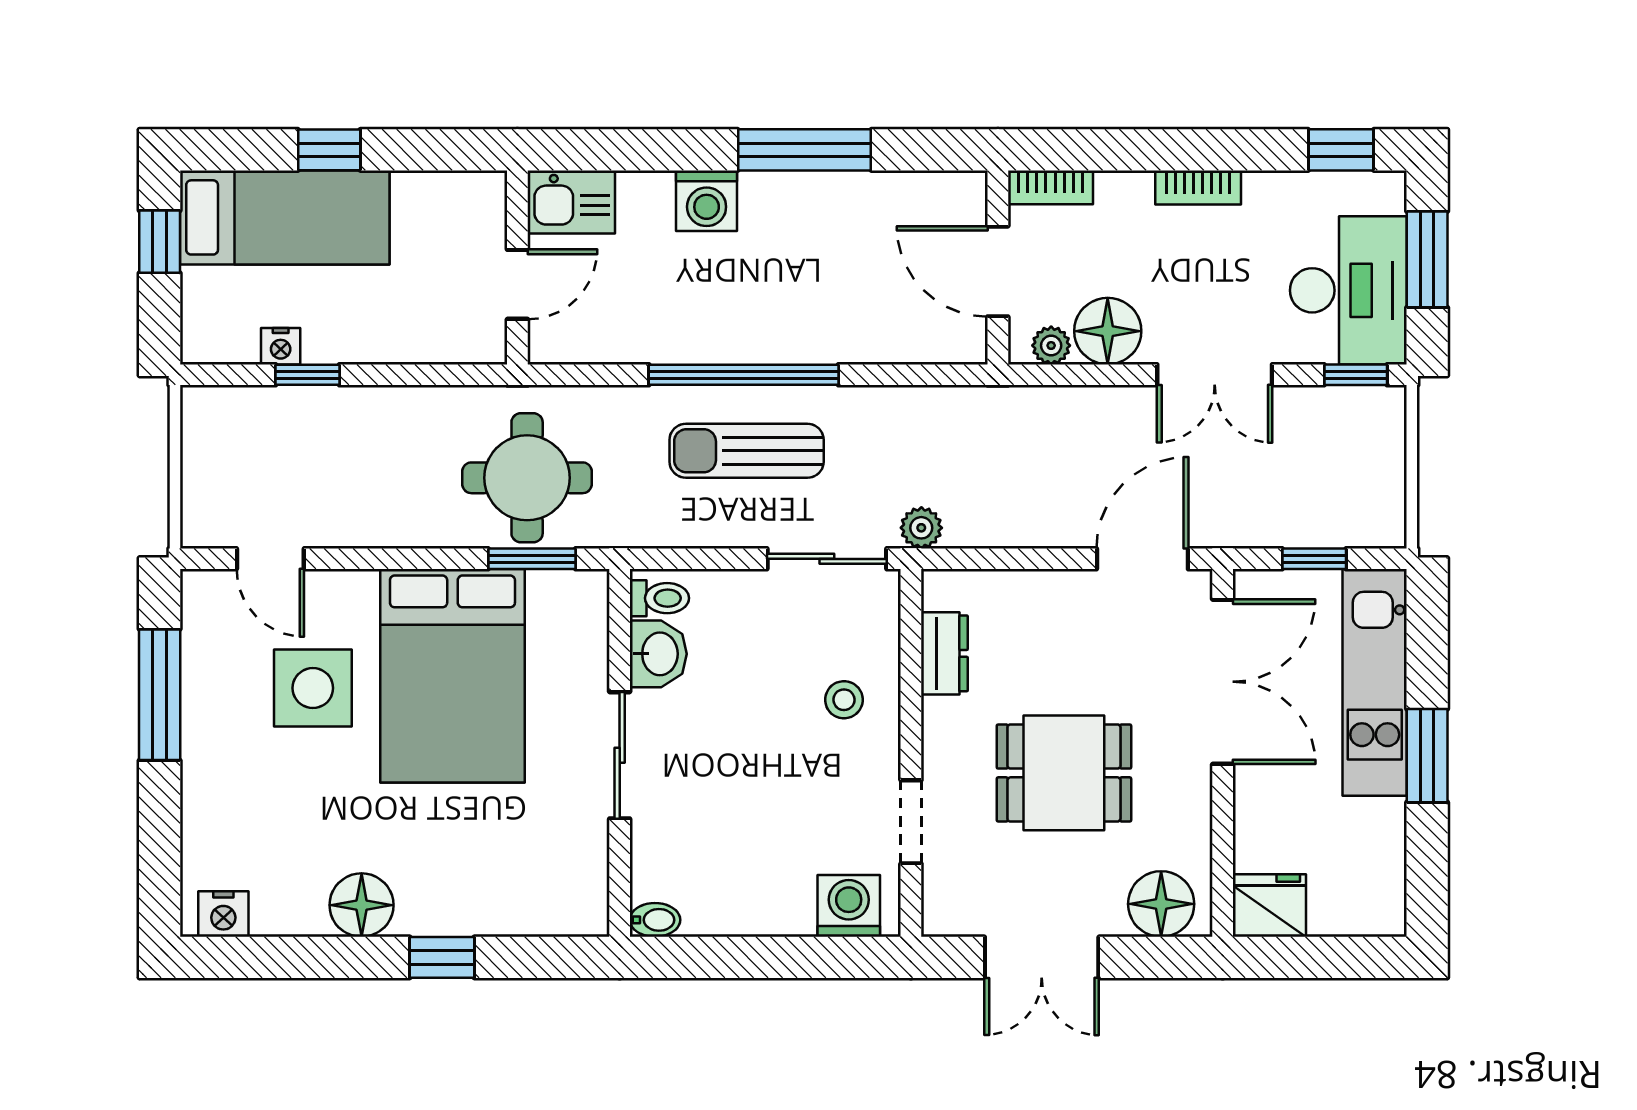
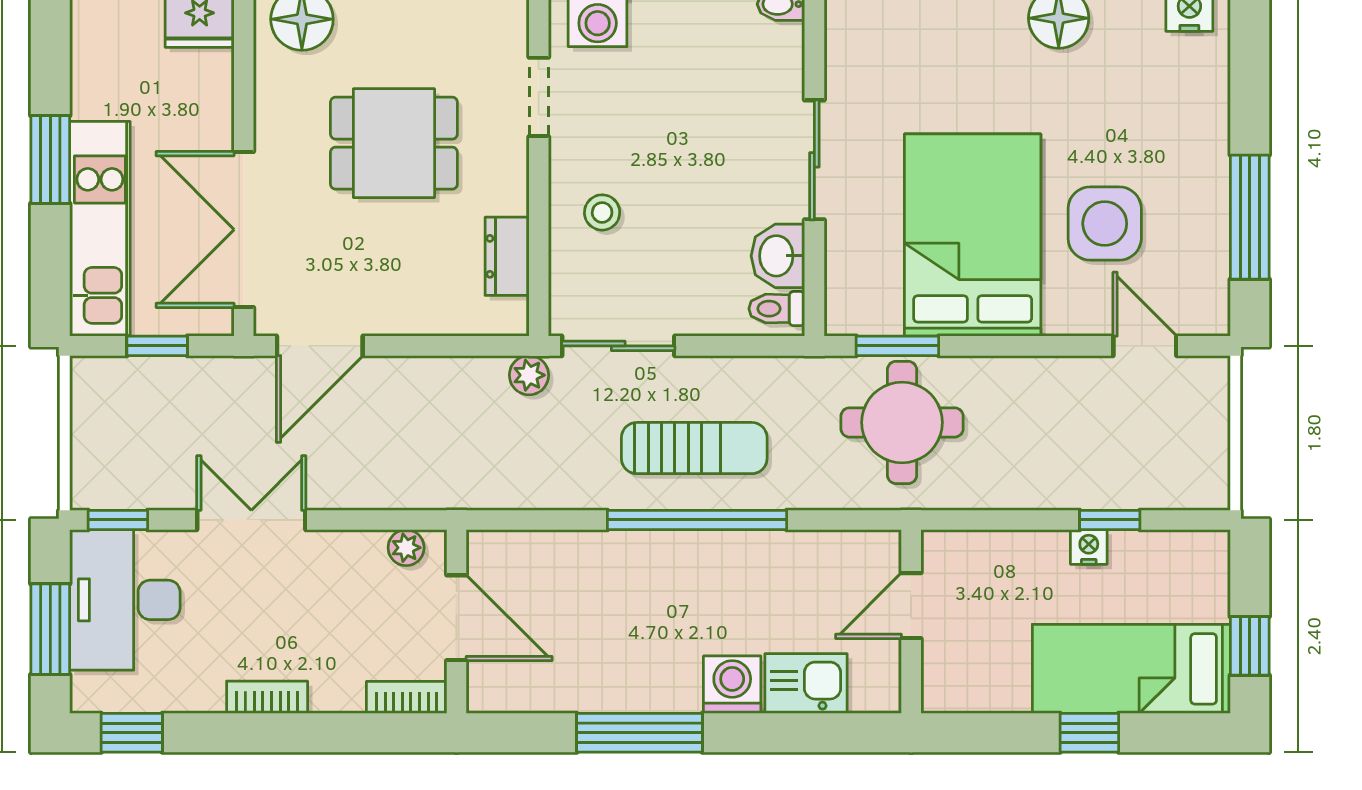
kitchen sink: (571, 202) -> (806, 684), moved
floor lamp: (1108, 331) -> (353, 561), removed
nightstand: (281, 346) -> (1089, 547), moved

